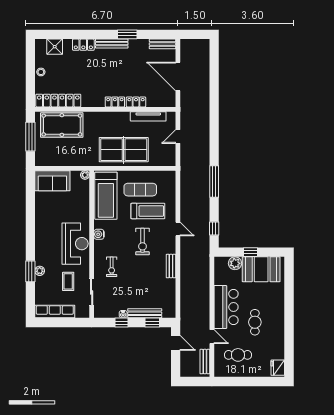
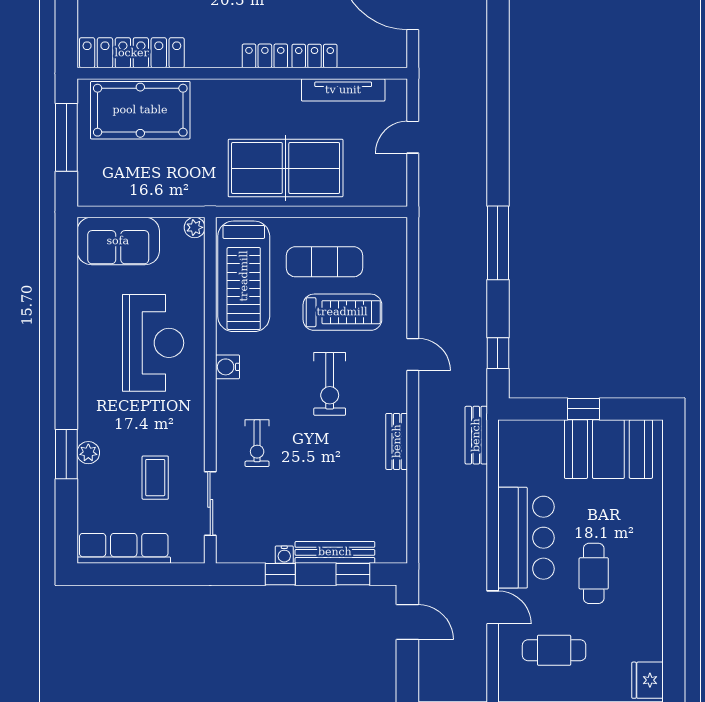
reception desk: (75, 244) -> (153, 343), moved
plant: (235, 263) -> (547, 435), removed
bench: (205, 362) -> (476, 435), moved

